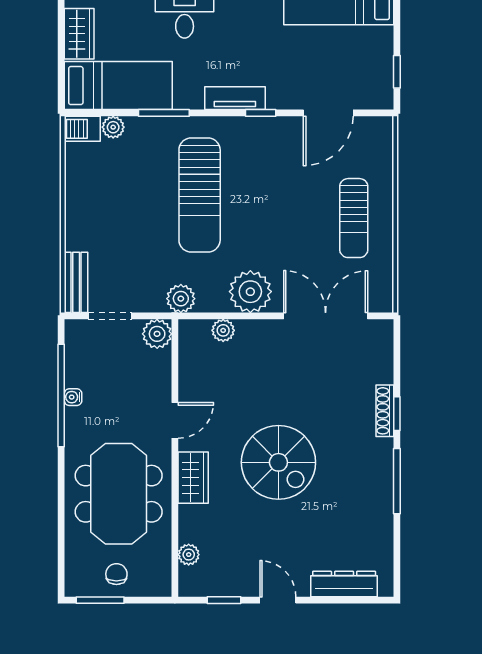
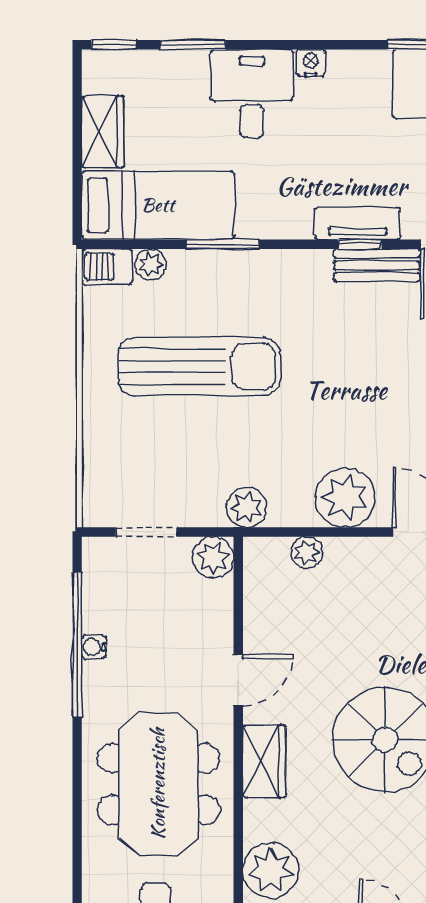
tv unit: (235, 98) -> (358, 223), moved
sun lounger: (200, 195) -> (199, 366), moved, turned -90
bench: (76, 282) -> (377, 265), moved, turned 90
plant: (189, 555) -> (271, 870), width x1.87, depth x1.87

